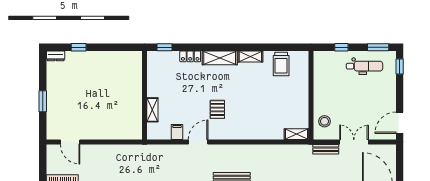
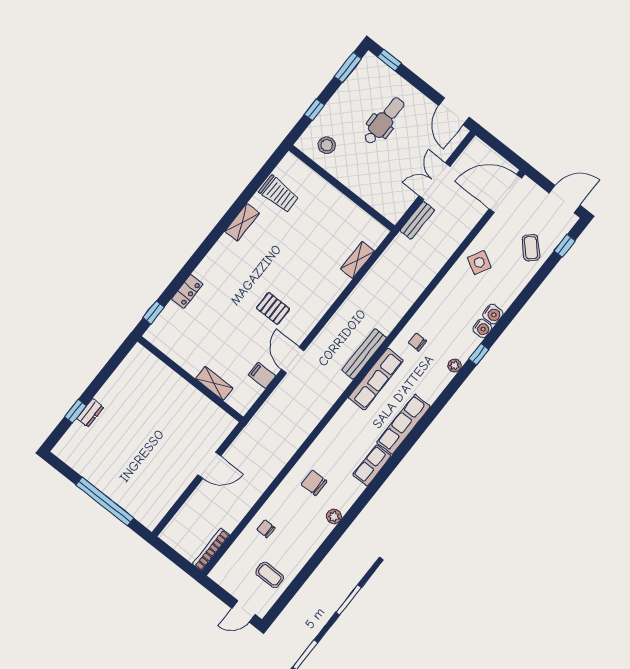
dresser: (56, 56) -> (90, 413), moved
shelving: (220, 58) -> (216, 259), removed
dental chair: (364, 66) -> (384, 121), moved
window: (43, 101) -> (105, 501), width x2.11
stool: (324, 121) -> (327, 145), moved
shelving: (297, 134) -> (357, 260), moved
door: (70, 142) -> (209, 465), moved

